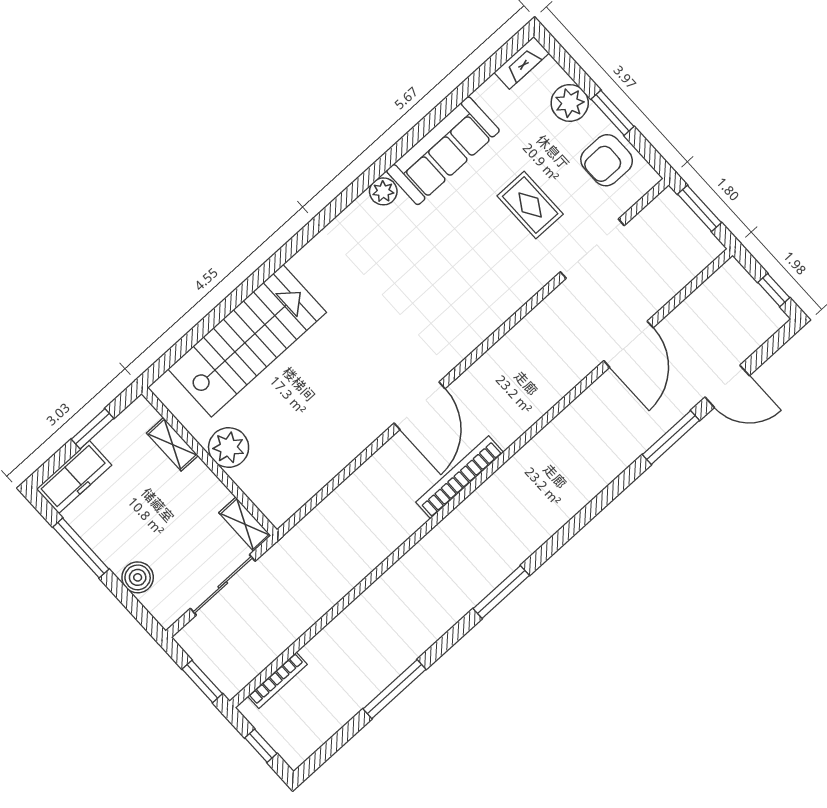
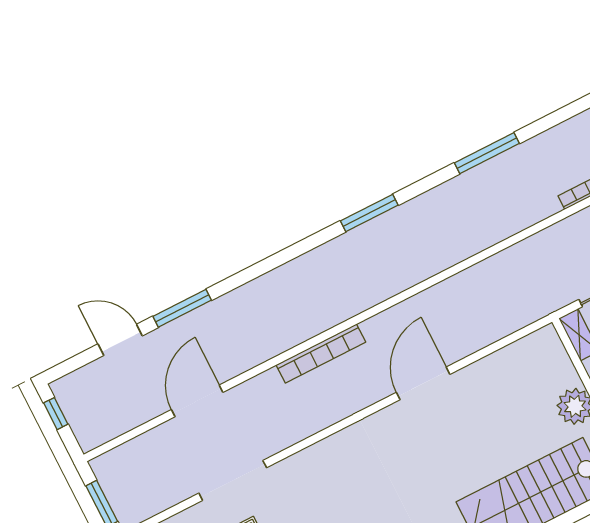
doorway: (592, 249) -> (233, 480), moved
door: (419, 406) -> (423, 383), moved
bookcase: (460, 477) -> (321, 354), moved

